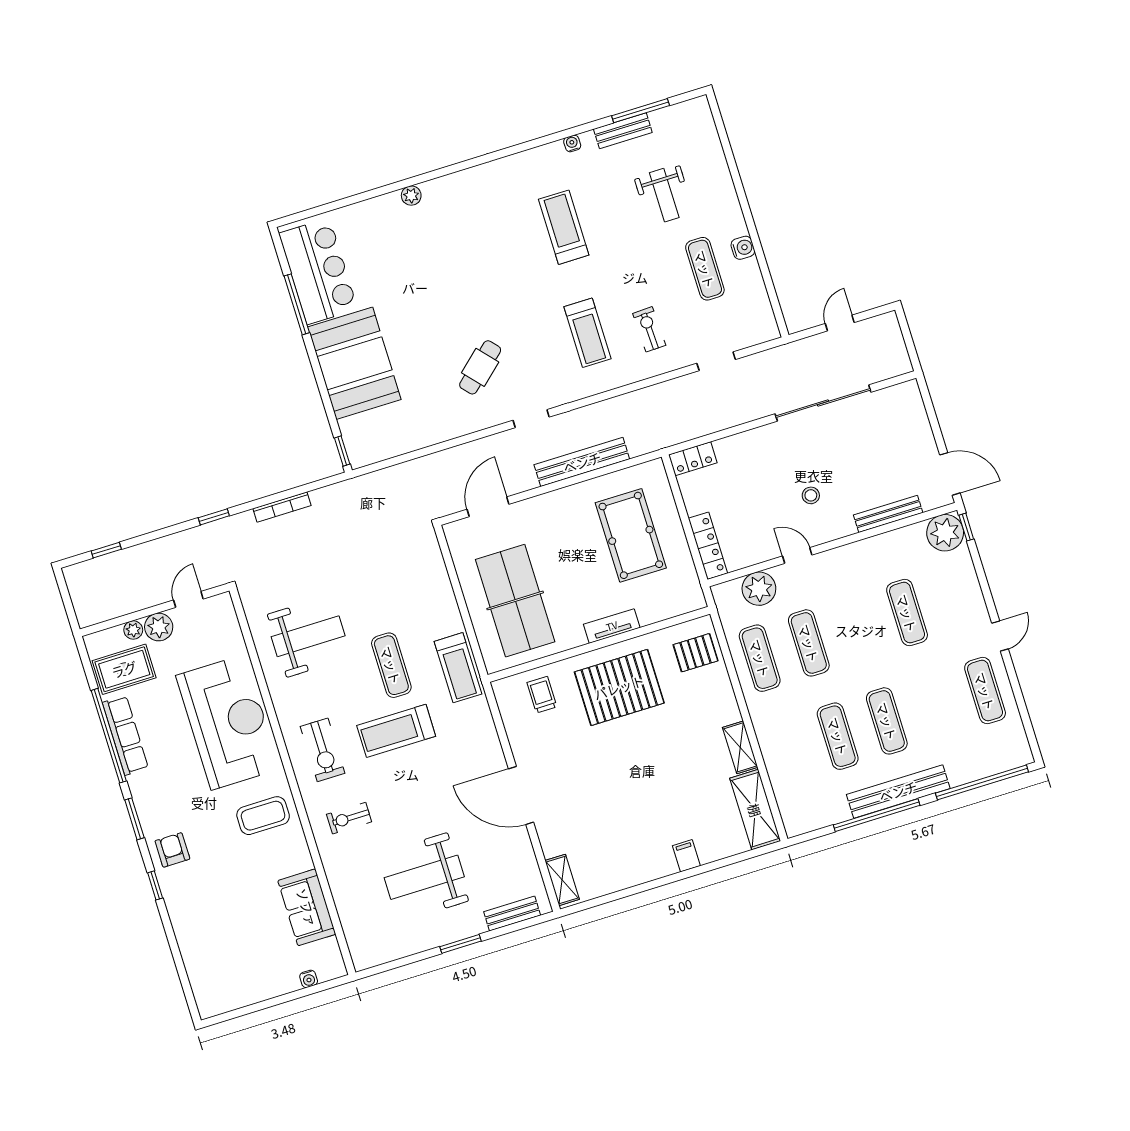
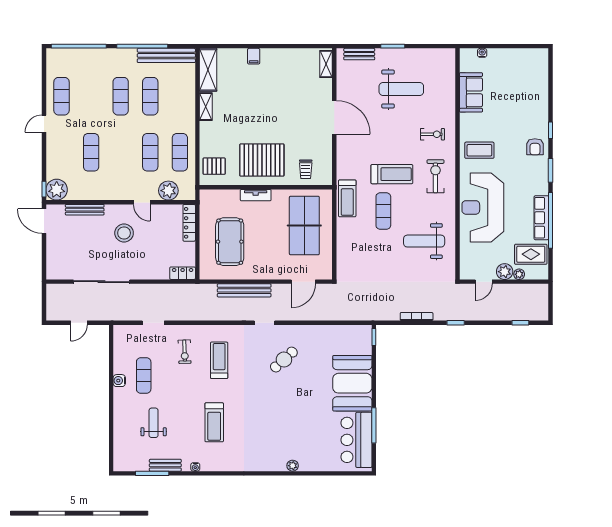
stool: (811, 495) -> (124, 233), width x1.89, depth x1.89
treadmill: (458, 668) -> (347, 198), turned 180
bench: (898, 791) -> (166, 55), moved

